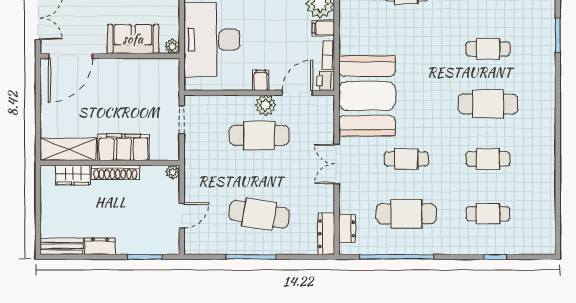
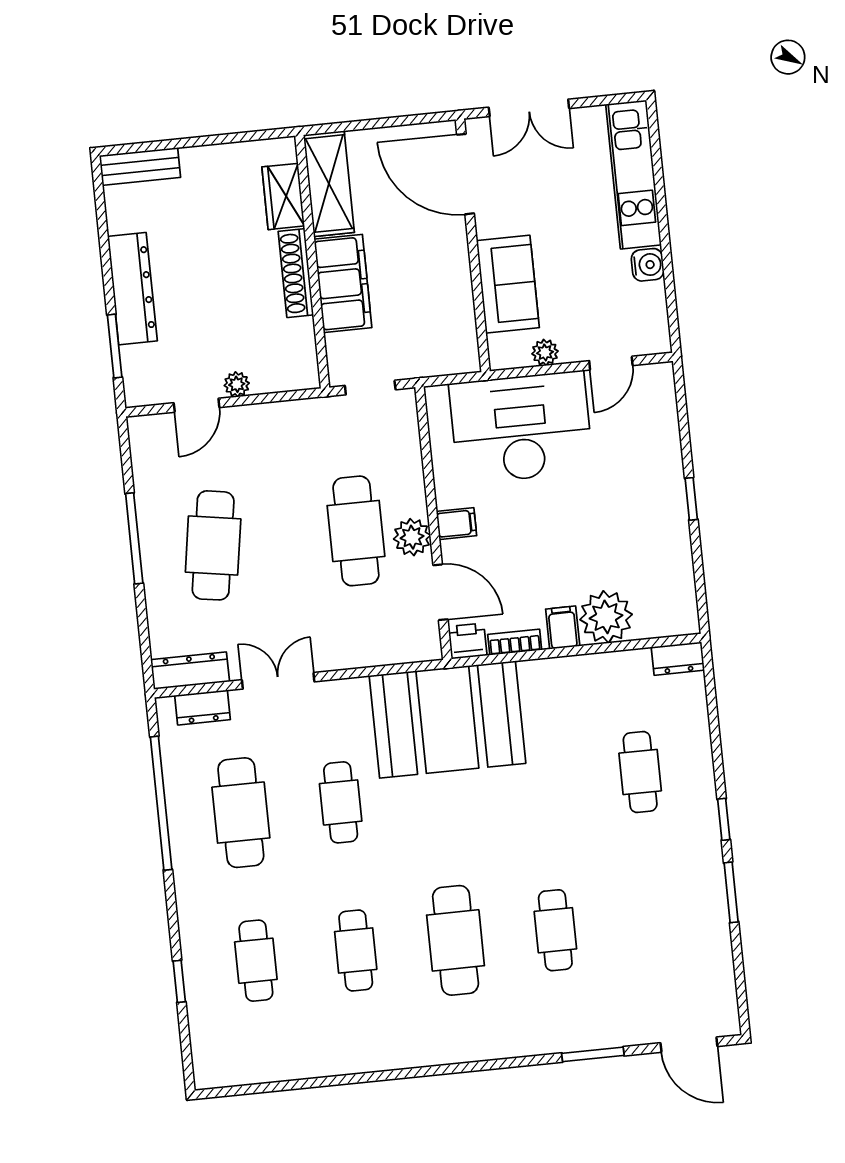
plant: (172, 46) -> (545, 352), moved
filing cabinet: (123, 147) -> (343, 283), moved
shelving: (68, 149) -> (329, 184), moved
wall: (110, 163) -> (312, 262), moved
double door: (337, 164) -> (278, 681), moved
shoe rack: (115, 172) -> (296, 273), moved
plant: (173, 172) -> (237, 384), moved
wardrobe: (73, 175) -> (283, 196), moved
door: (182, 215) -> (197, 405), hinge flipped
bench: (62, 246) -> (140, 166), moved, turned 90
dresser: (100, 246) -> (132, 289), width x1.96, depth x1.24

